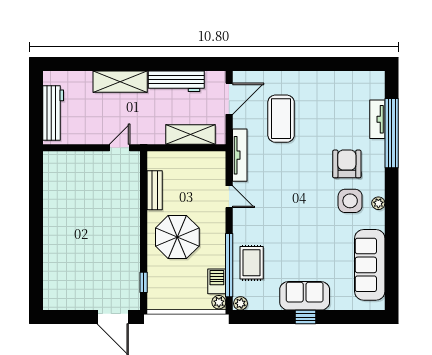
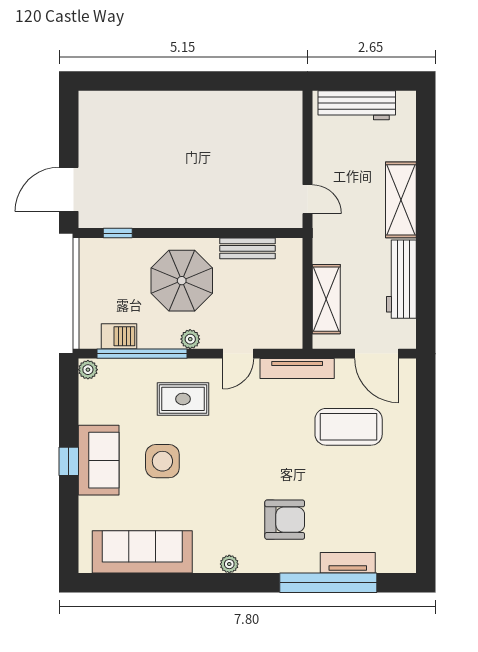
side table: (350, 201) -> (162, 461), moved
rug: (252, 263) -> (183, 399), moved
plant: (219, 302) -> (190, 339), moved

